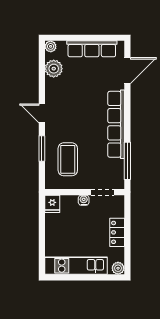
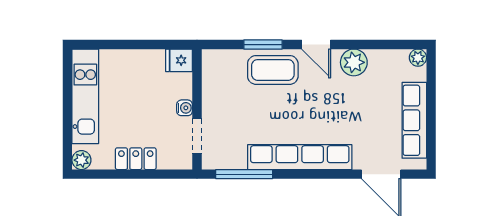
plant: (54, 69) -> (354, 62), moved
door: (42, 113) -> (316, 45), swing flipped
coffee table: (68, 159) -> (273, 70), moved

